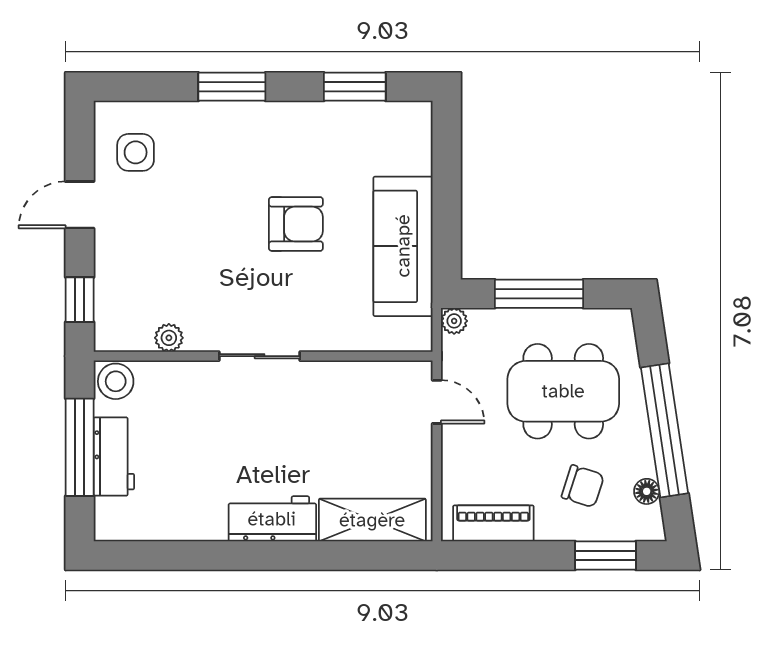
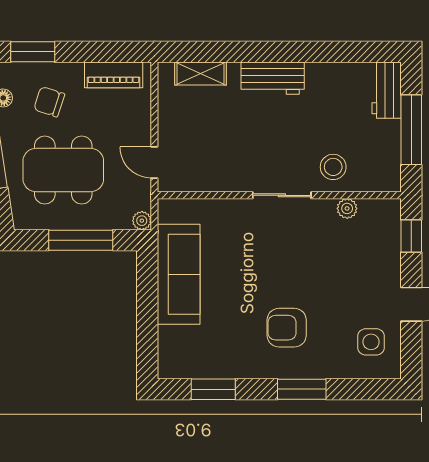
armchair: (296, 224) -> (287, 328), moved
stool: (116, 381) -> (333, 167), moved
workbench: (114, 457) -> (387, 90), moved
shelving: (372, 520) -> (201, 73), width x0.67, depth x0.75

